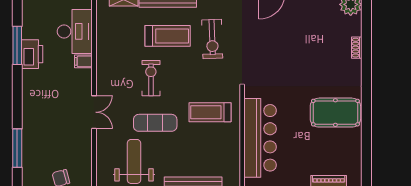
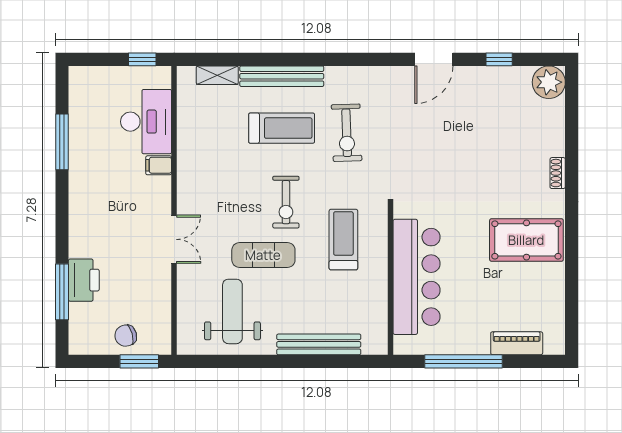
shoe rack: (357, 48) -> (558, 173), moved
printer: (32, 54) -> (84, 280), moved
exercise bike: (151, 78) -> (286, 202), moved, turned 180
treadmill: (210, 112) -> (343, 240), turned 90

